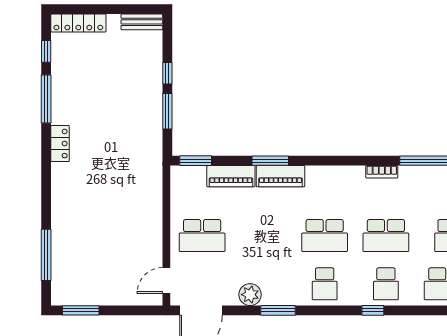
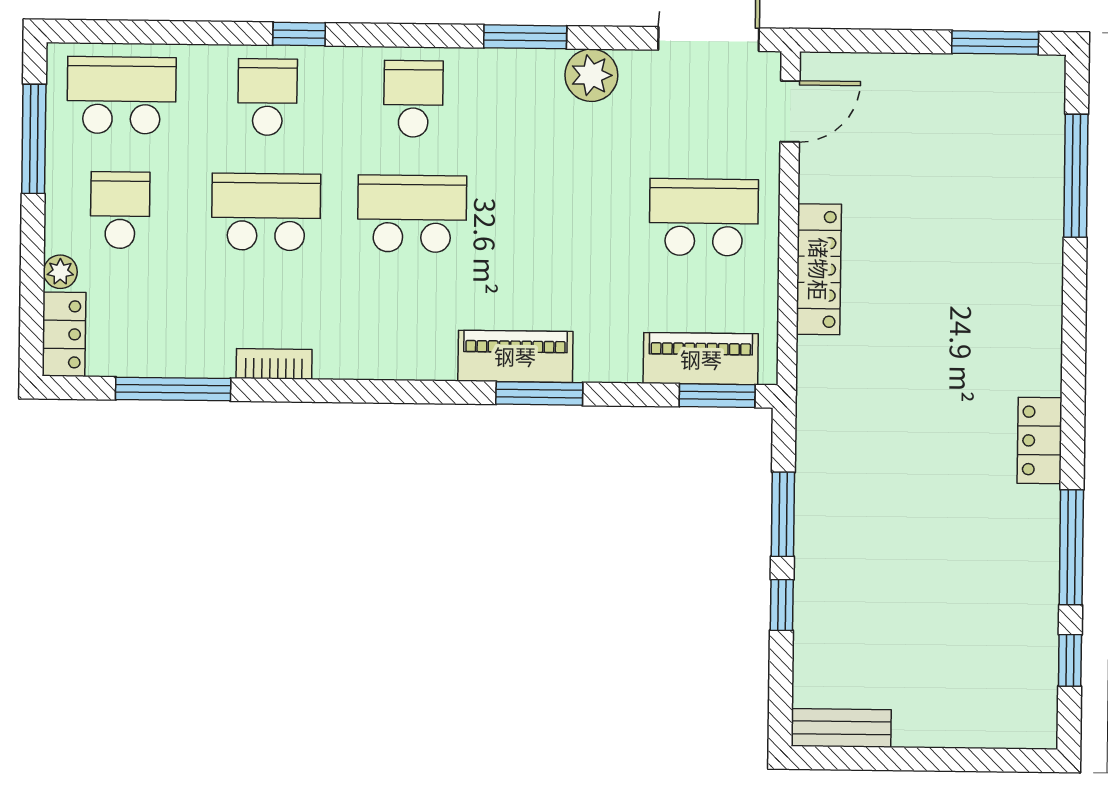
locker: (78, 23) -> (819, 269), moved, turned 90
piano: (231, 176) -> (701, 359), moved

